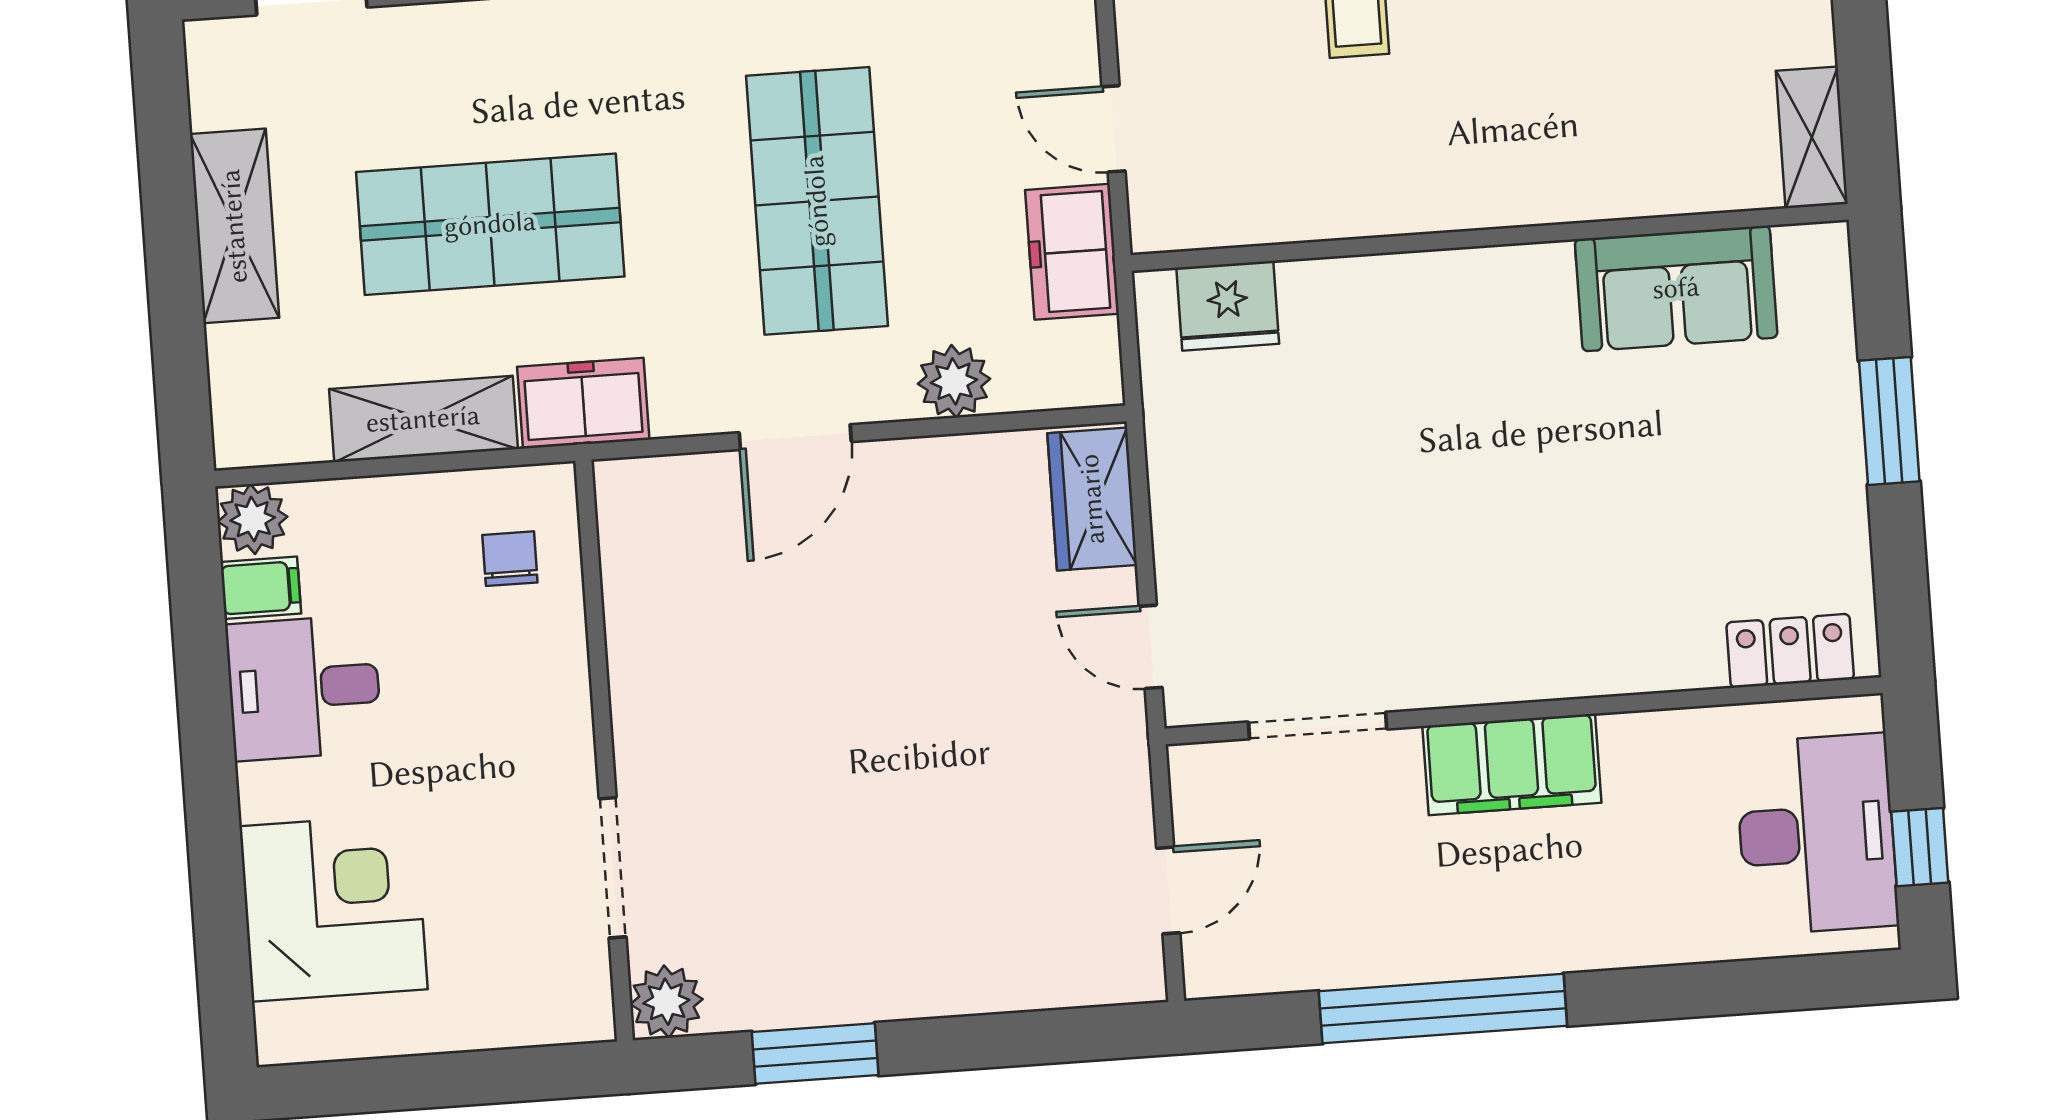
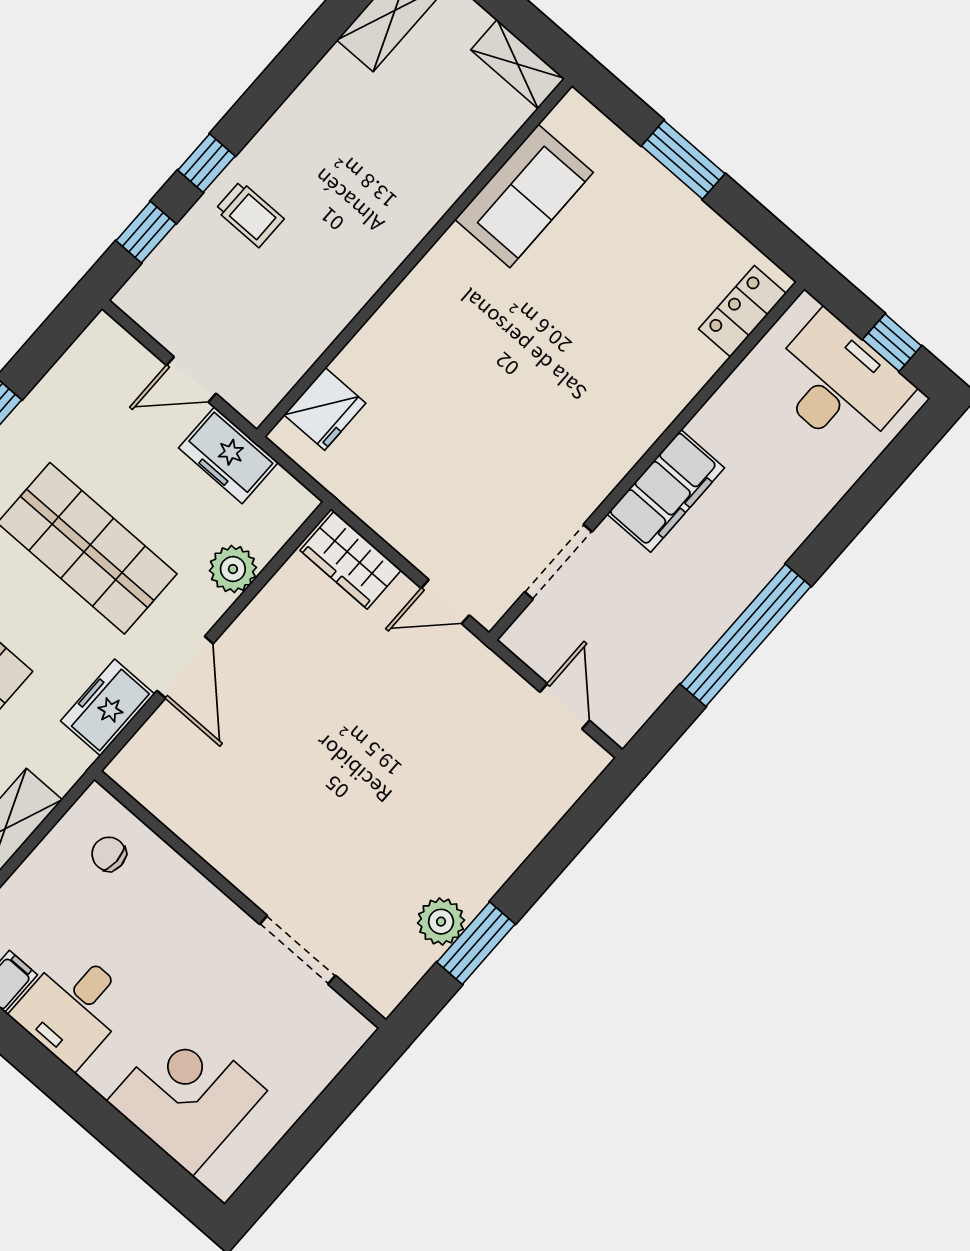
freezer: (583, 403) -> (108, 708), moved
plant: (666, 1002) -> (441, 922), moved

